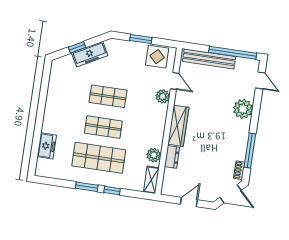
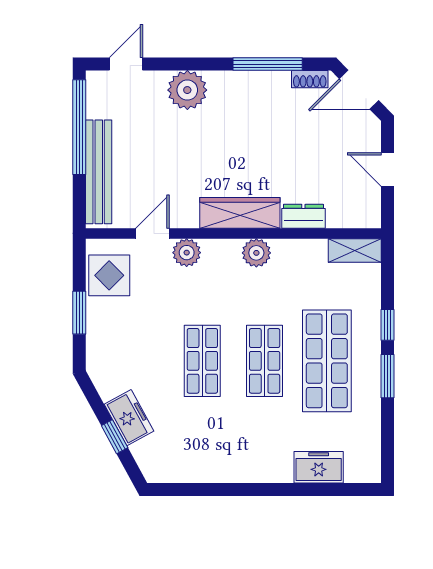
freezer: (90, 54) -> (129, 418), width x0.71
plant: (154, 155) -> (256, 253), moved
door: (230, 194) -> (359, 90), swing flipped

